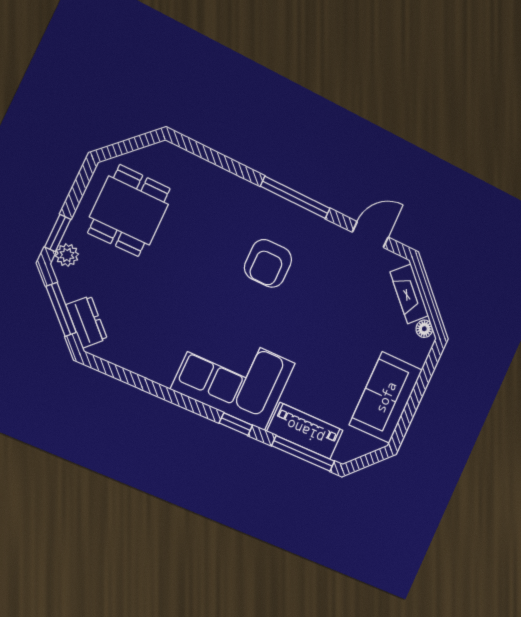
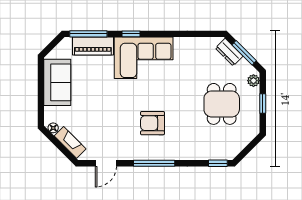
window: (192, 146) -> (218, 163), added
dining table: (129, 211) -> (222, 104), moved
window: (58, 233) -> (263, 103), moved
armchair: (268, 263) -> (152, 123), turned -90

